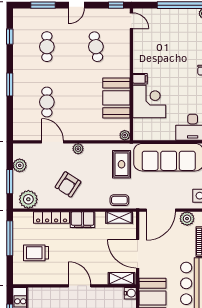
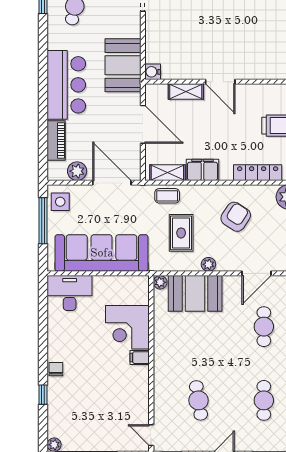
booth: (116, 98) -> (195, 293), moved, turned 90
door: (52, 142) -> (256, 273), hinge flipped
plant: (78, 149) -> (208, 264), moved
rug: (121, 164) -> (181, 233), moved
door: (161, 210) -> (112, 183), hinge flipped
filing cabinet: (83, 220) -> (203, 170), moved
shelving: (122, 278) -> (186, 92), moved

